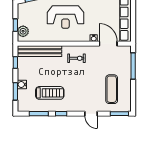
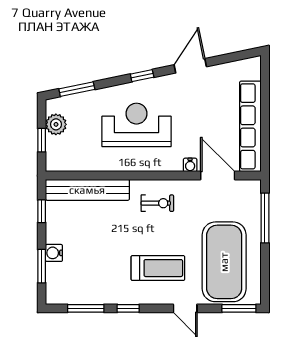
reception desk: (65, 17) -> (136, 125), turned 180
plant: (23, 31) -> (56, 124), moved
exercise mat: (112, 89) -> (224, 262), width x2.00, depth x1.45
treadmill: (50, 93) -> (158, 268), moved

